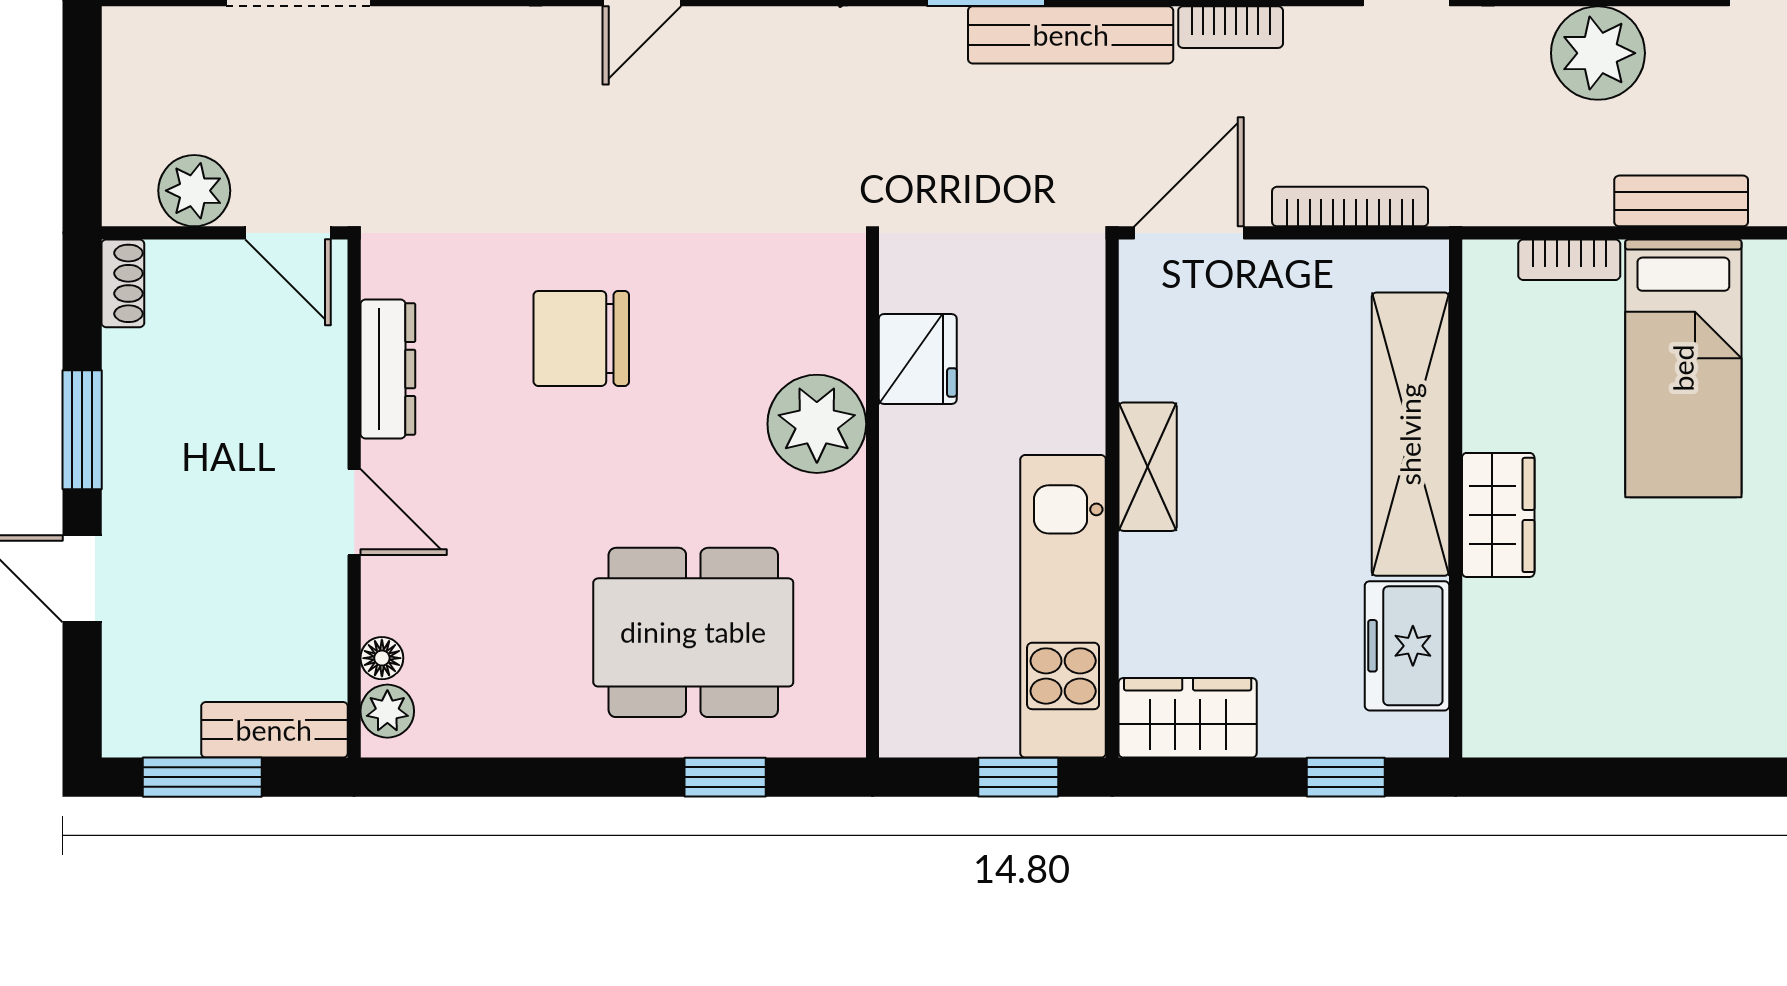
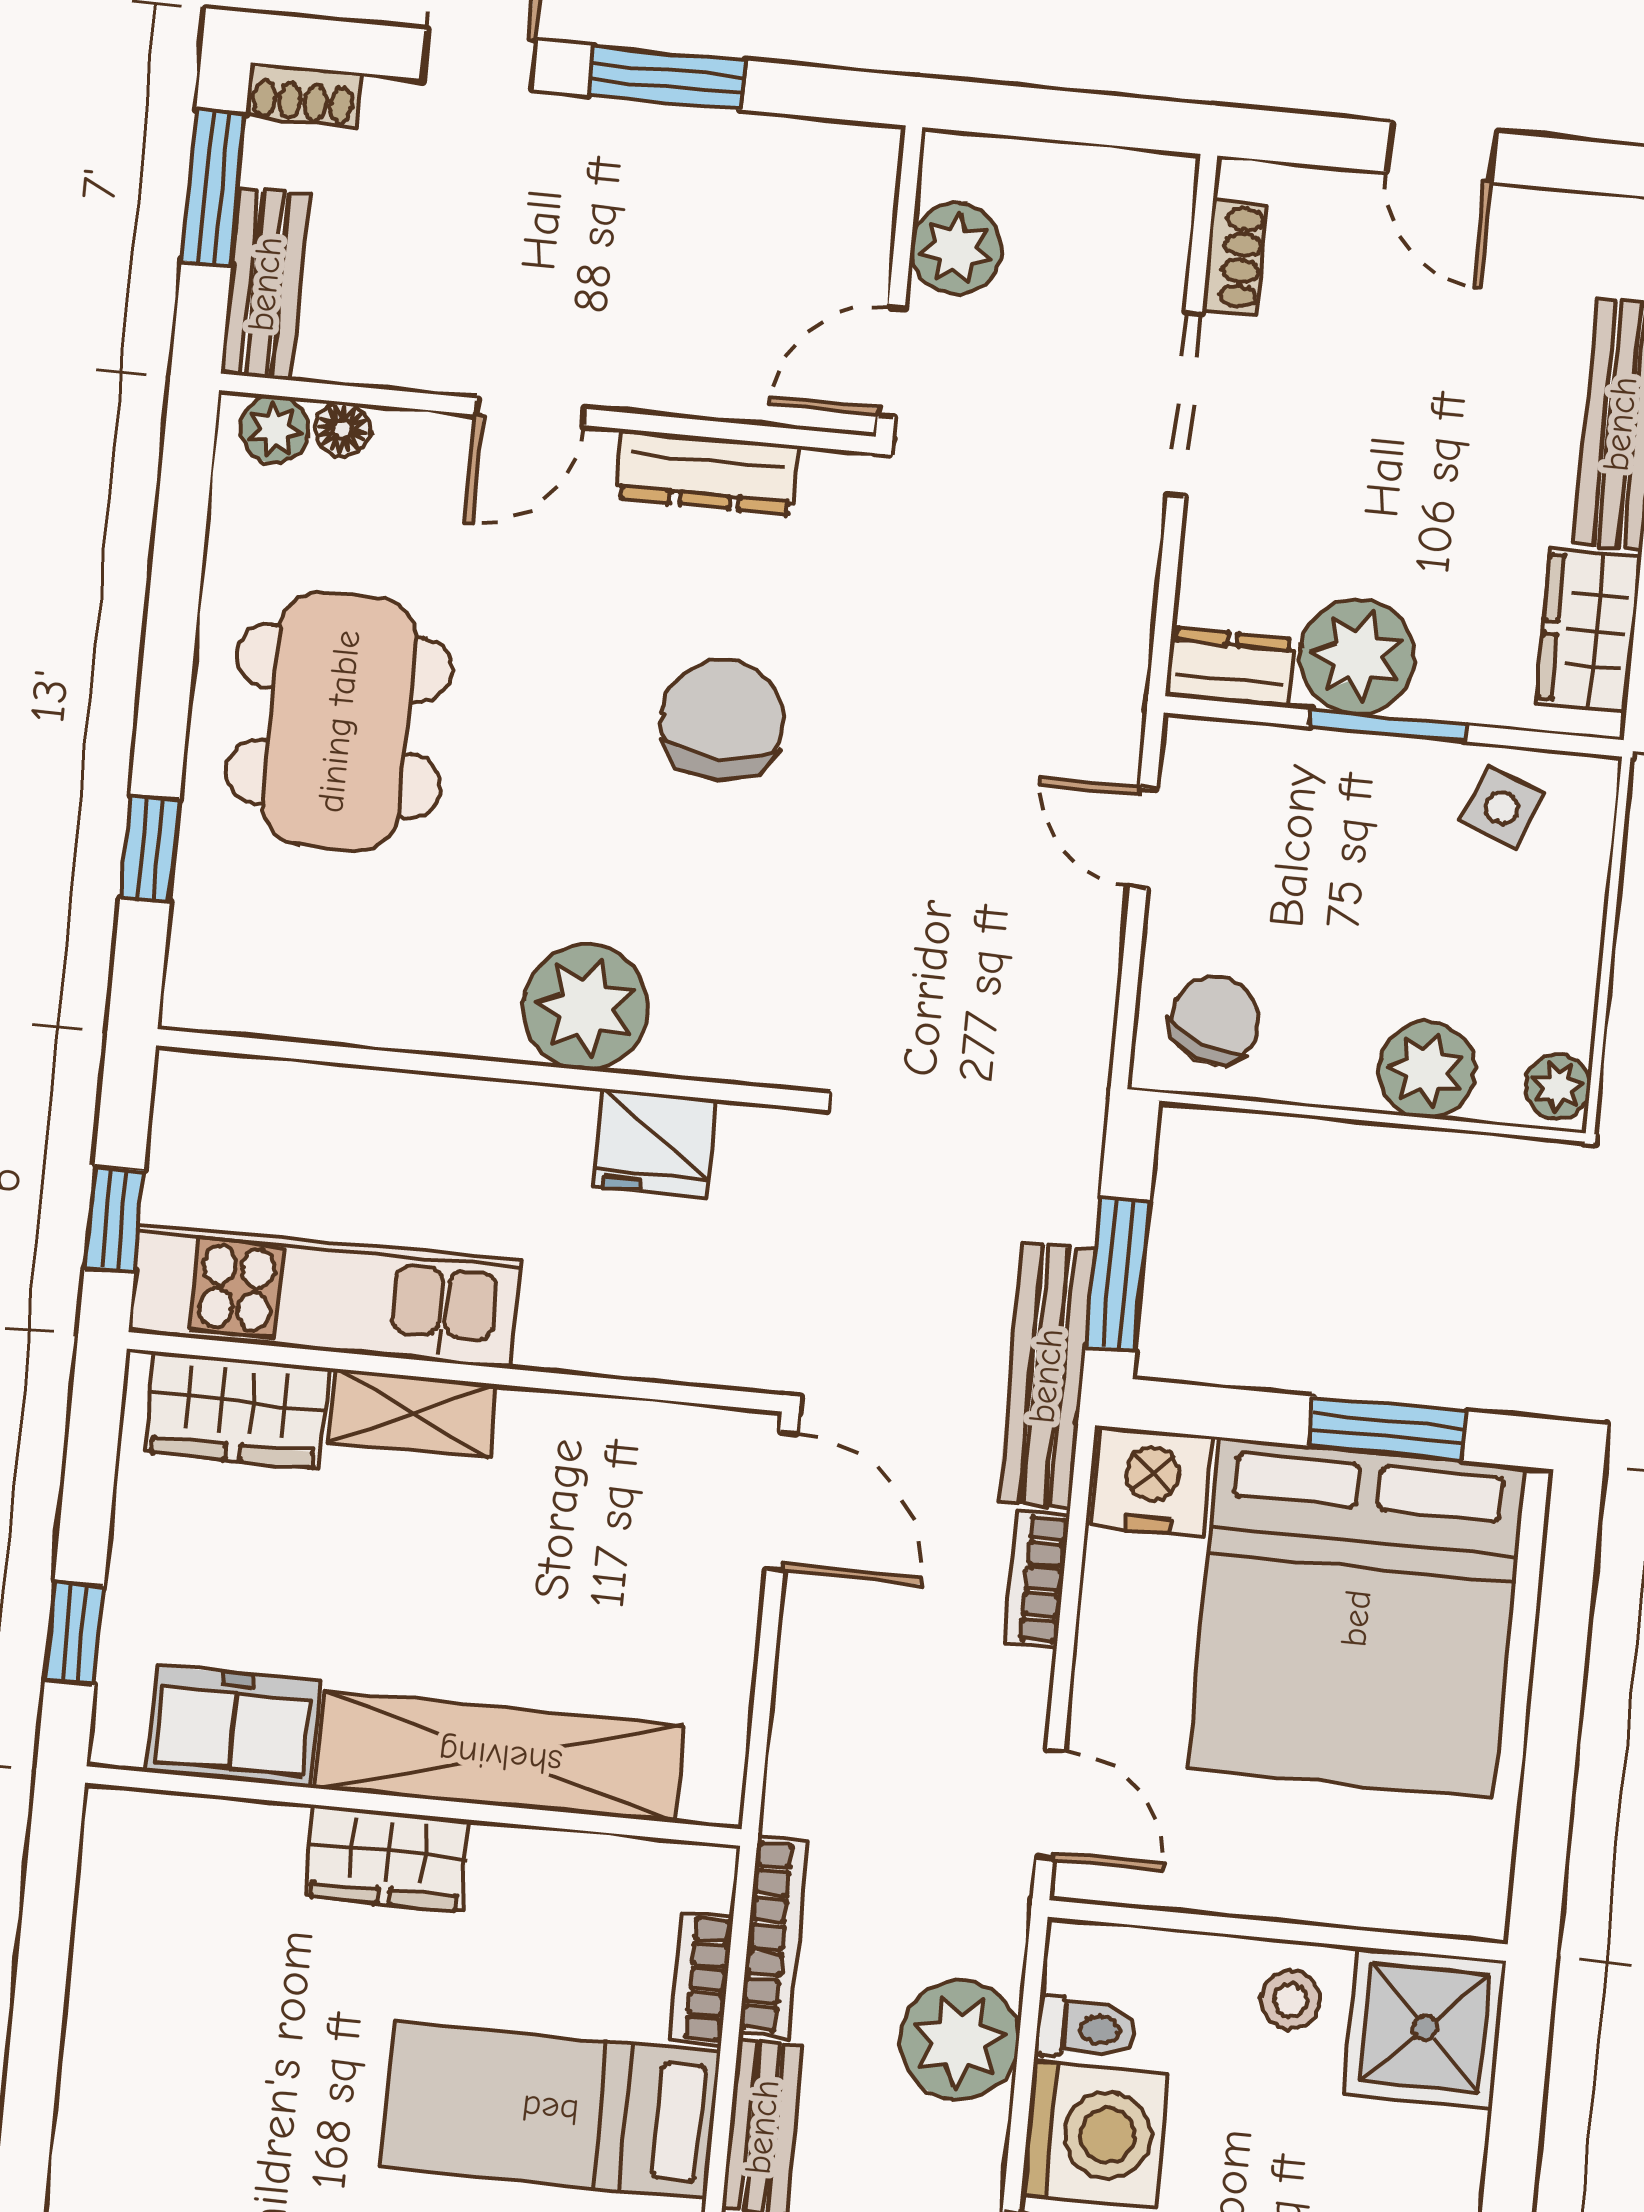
bookcase: (1350, 207) -> (773, 1937), moved
shoe rack: (123, 283) -> (303, 95), moved
shelving: (1148, 467) -> (413, 1413), moved
dining table: (693, 632) -> (339, 721), moved
wardrobe: (1188, 718) -> (237, 1410), moved, turned 90

